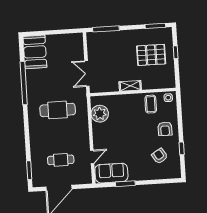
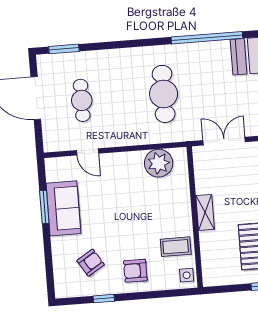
sofa: (111, 173) -> (63, 208), moved

